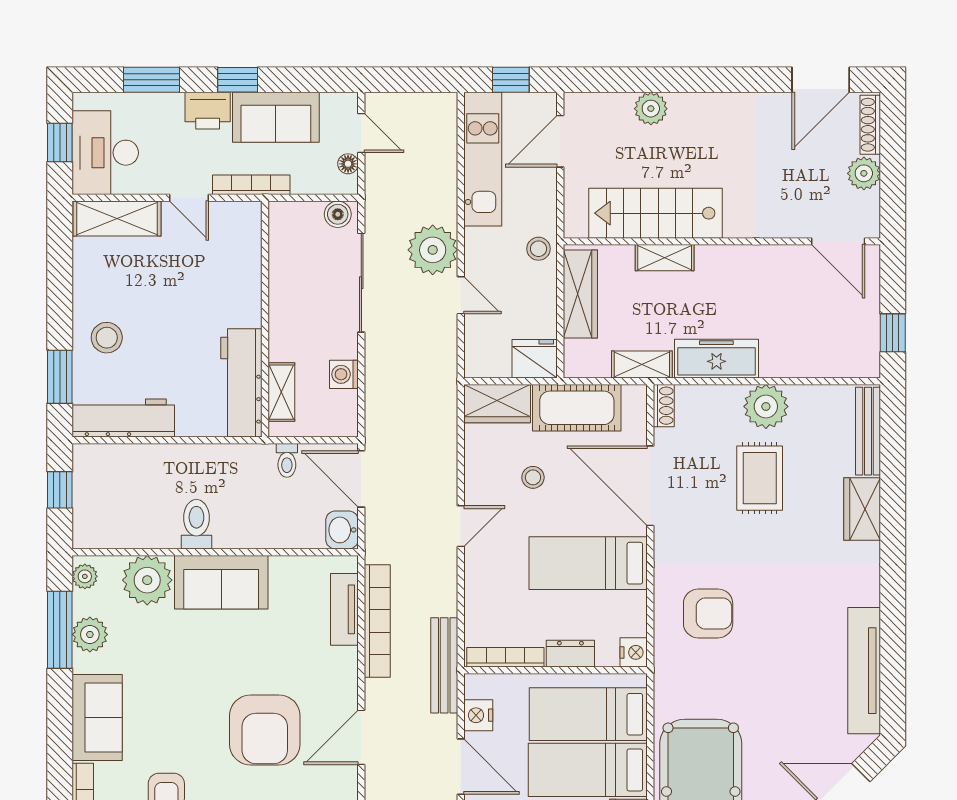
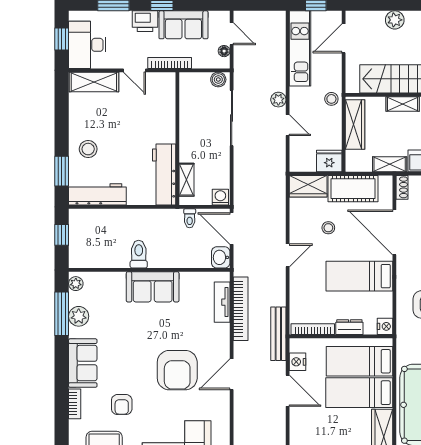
plant: (433, 250) -> (278, 100), width x0.53, depth x0.53
washing machine: (344, 374) -> (220, 197), moved, turned 90
plant: (147, 580) -> (111, 286), removed

